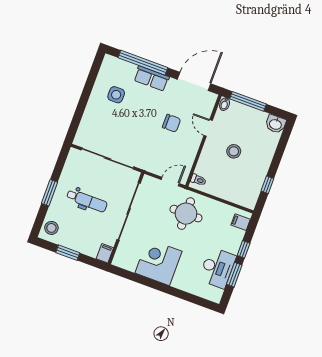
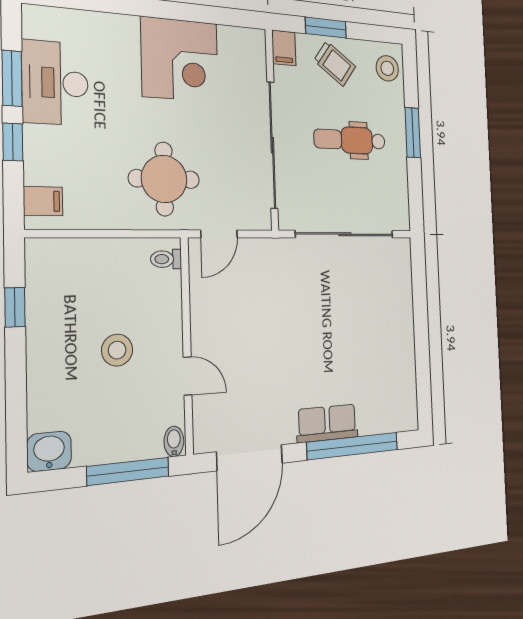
side table: (116, 95) -> (374, 362), removed
chair: (172, 123) -> (260, 353), removed
trolley: (80, 239) -> (335, 63), added
window: (68, 253) -> (326, 28), moved

